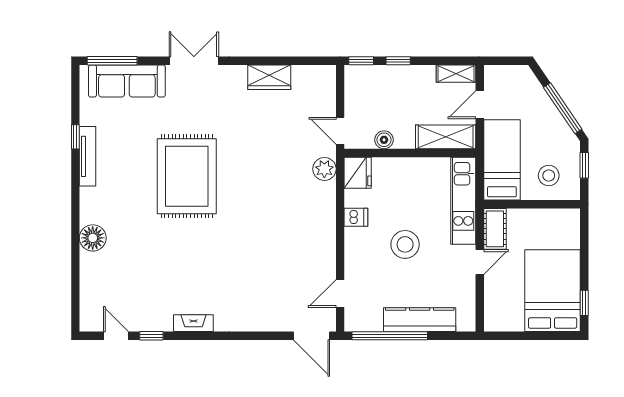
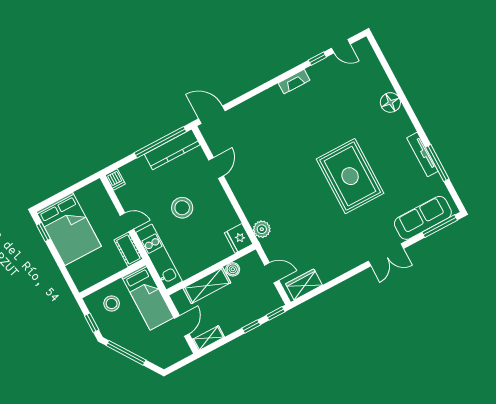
wardrobe: (269, 77) -> (304, 284), moved
door: (340, 131) -> (272, 273), moved
window: (75, 137) -> (437, 163), width x2.17
shelving: (446, 137) -> (207, 285), moved
dishwasher: (356, 217) -> (115, 180), moved, turned -90
door: (480, 262) -> (127, 222), swing flipped
door: (340, 293) -> (216, 168), moved
kitchen counter: (420, 320) -> (172, 149), moved

